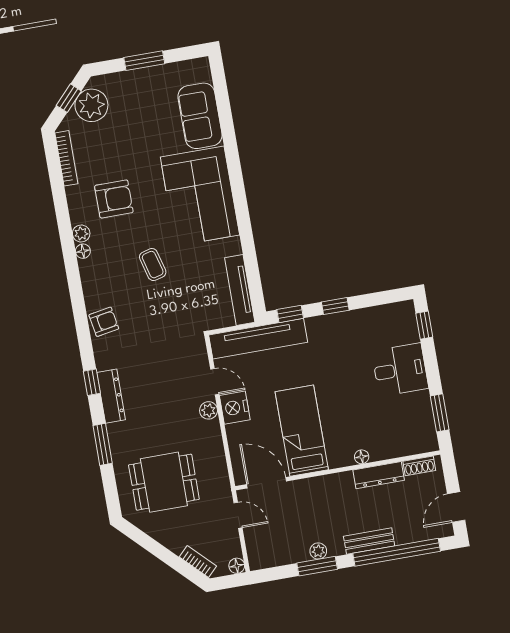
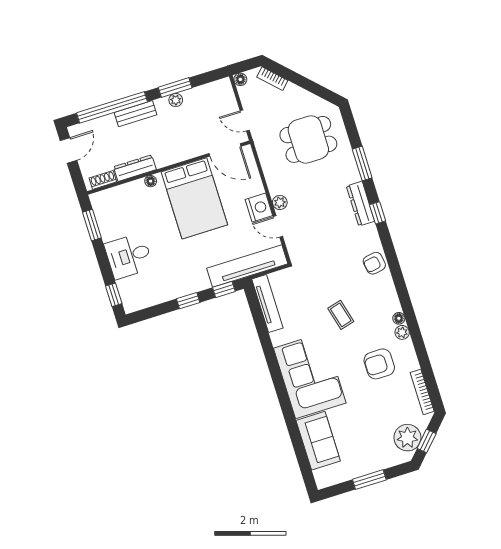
bed: (302, 431) -> (194, 198), width x1.50

